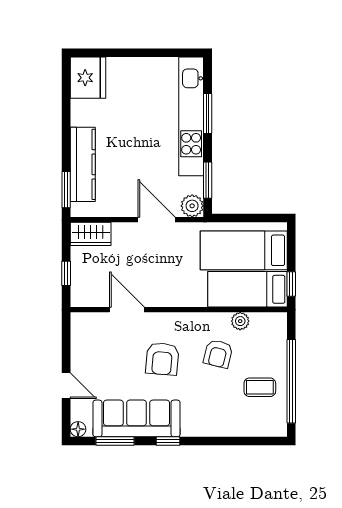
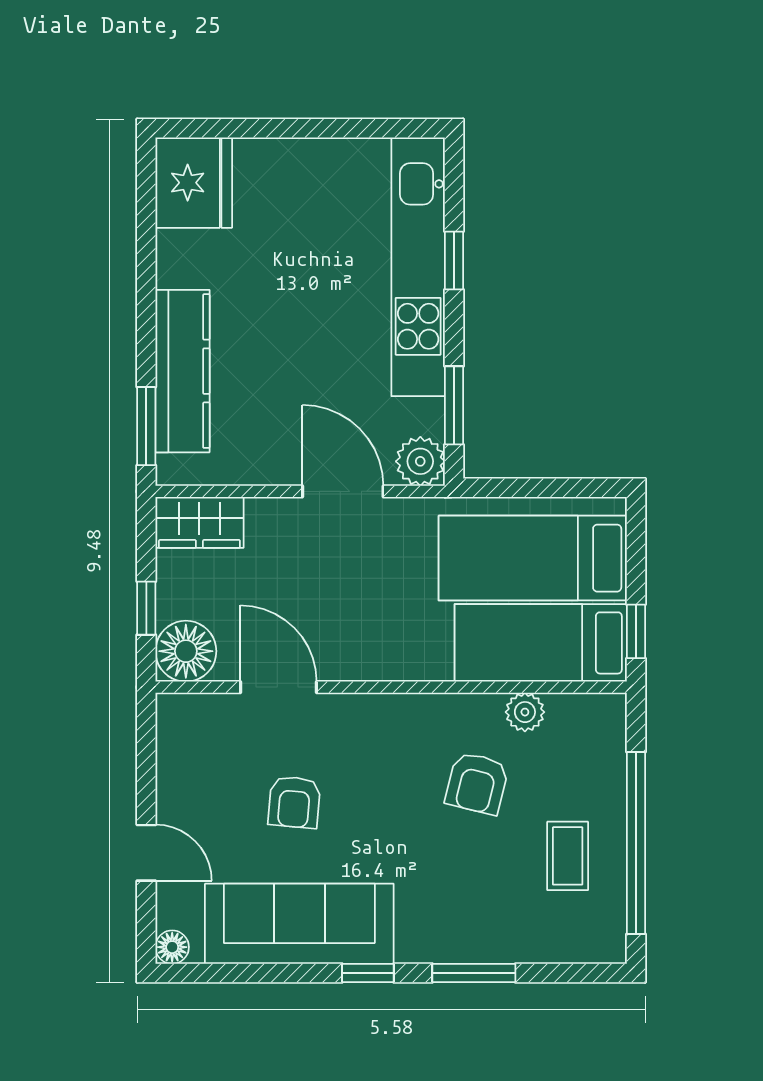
window: (208, 114) -> (454, 261), width x0.67
floor lamp: (84, 293) -> (186, 651), added
armchair: (162, 359) -> (294, 802), moved, width x0.72, depth x0.72
coffee table: (260, 387) -> (568, 856), turned 90
window: (115, 441) -> (474, 973), moved

